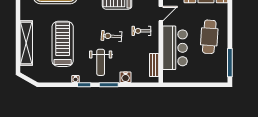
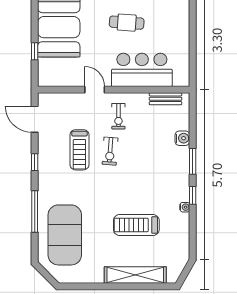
exercise bike: (111, 36) -> (110, 151), moved
cafe table: (209, 37) -> (127, 23), width x0.73, depth x0.74
treadmill: (63, 44) -> (136, 225), width x0.73, depth x0.73
weight bench: (101, 62) -> (162, 172), removed

